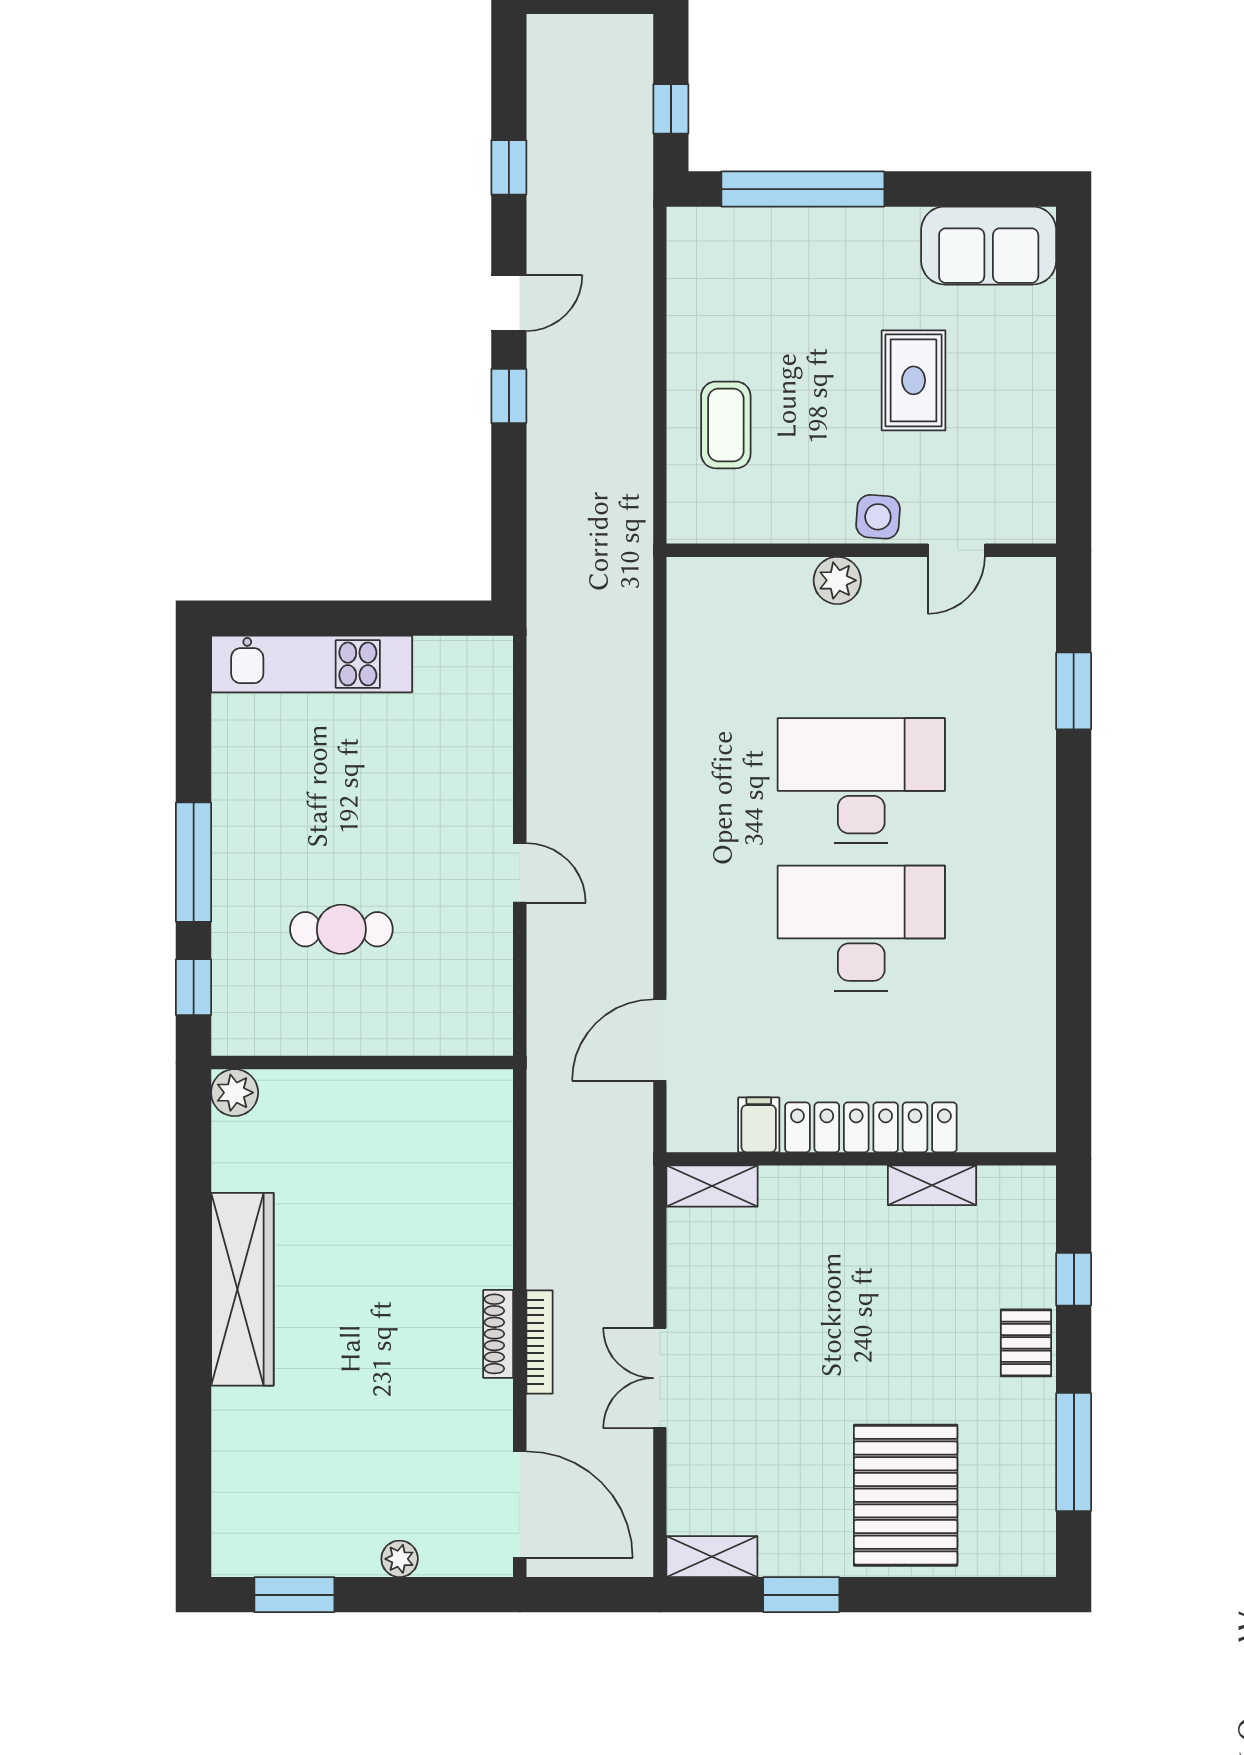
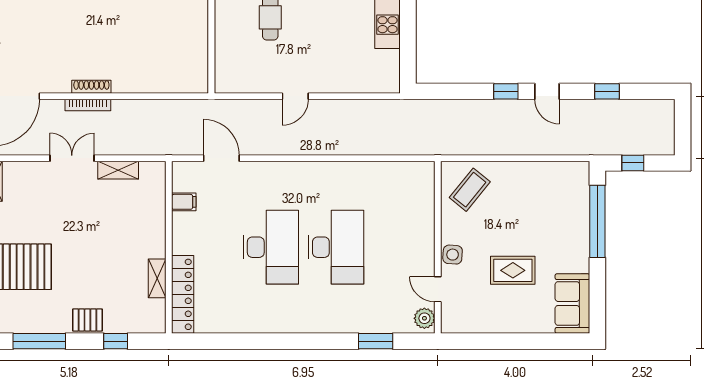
coffee table: (726, 425) -> (470, 190), moved, turned -51
plant: (837, 580) -> (424, 318), moved
locker: (871, 1127) -> (183, 294), moved
shelving: (712, 1186) -> (118, 170), moved, turned 90

